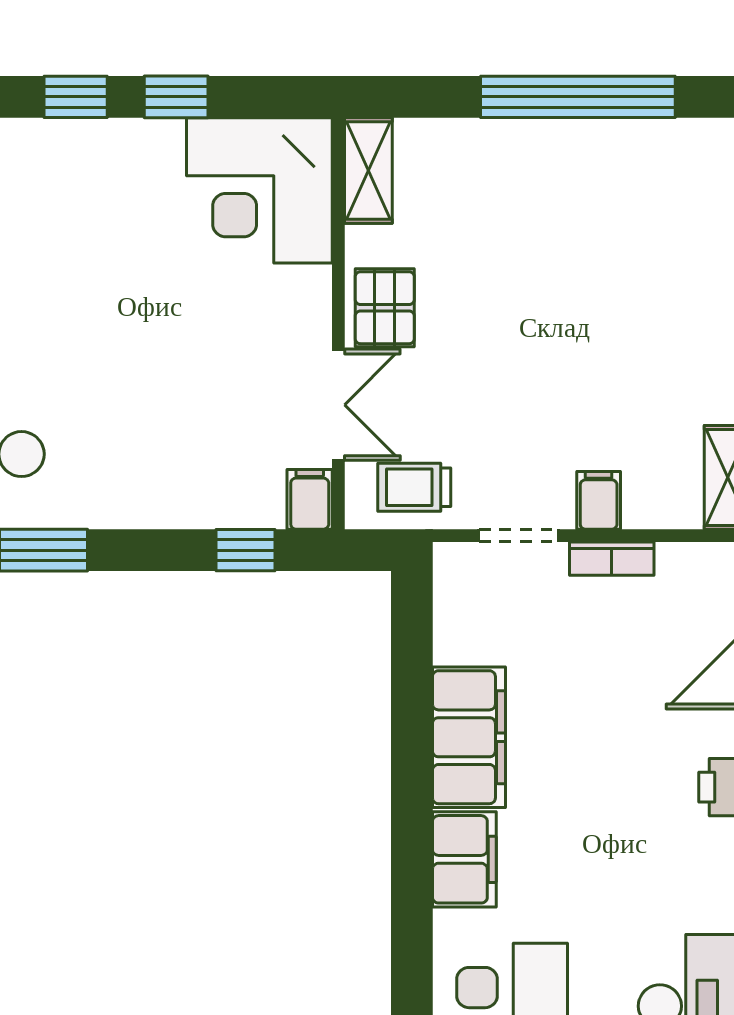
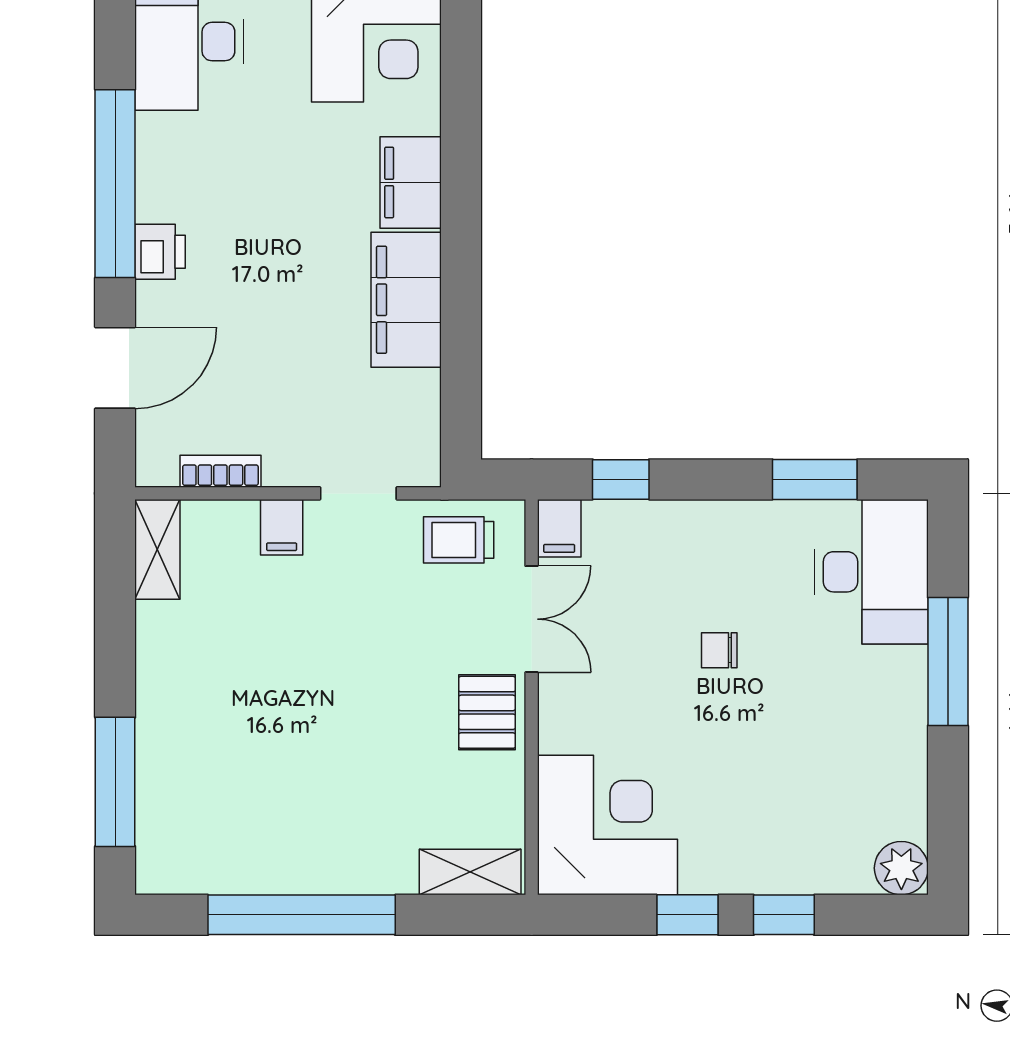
shelving: (368, 171) -> (470, 872), moved, turned 90
chair: (143, 372) -> (719, 650), added
double door: (338, 405) -> (532, 619), swing flipped
trolley: (414, 487) -> (459, 540), turned 180
bookcase: (612, 559) -> (220, 471), moved

